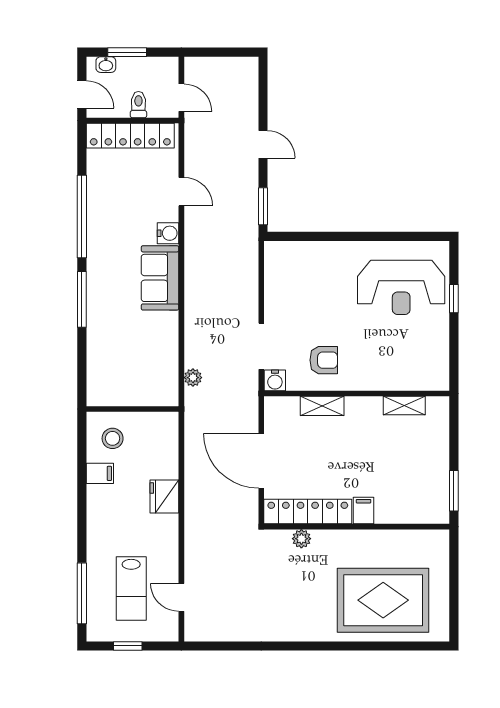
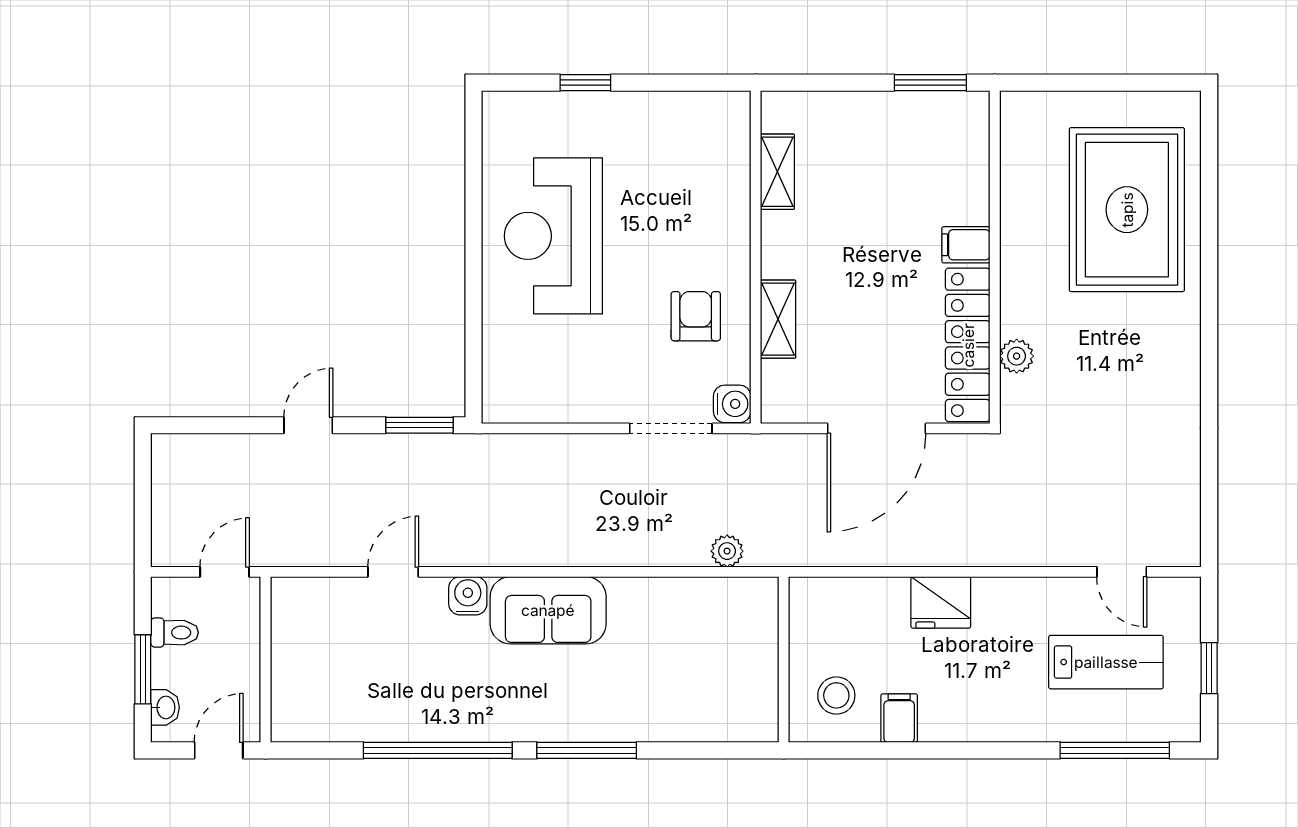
toilet: (138, 105) -> (175, 633), moved, turned 180
locker: (130, 136) -> (293, 664), removed
reception desk: (401, 287) -> (553, 236), moved, turned 180
door: (181, 597) -> (1122, 572), hinge flipped

